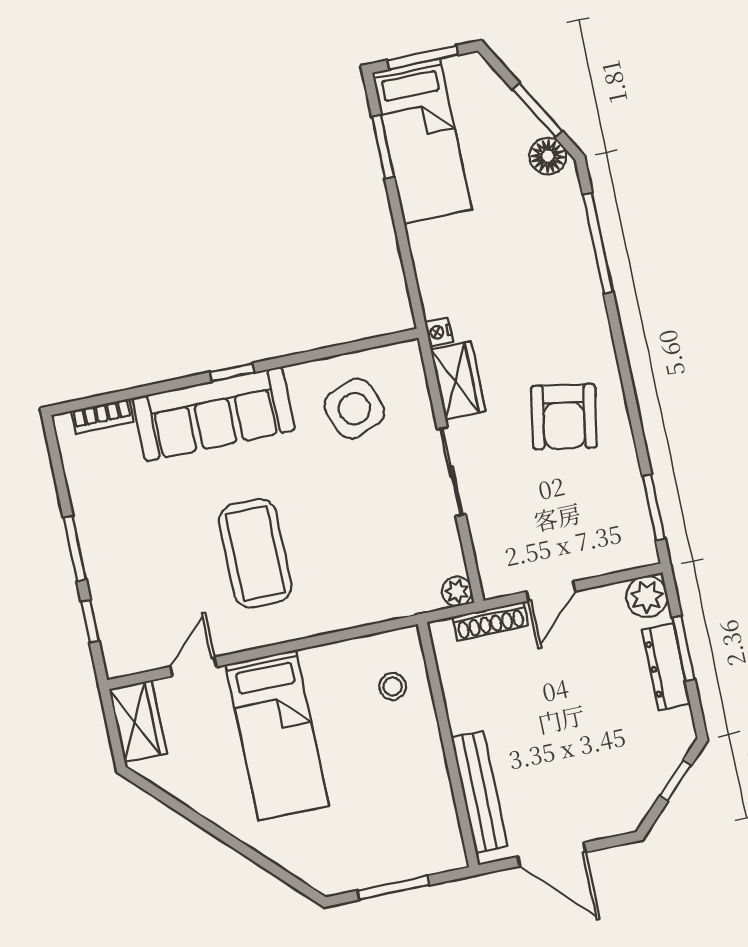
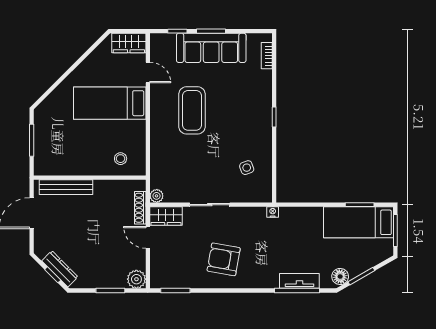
tv unit: (576, 242) -> (299, 281), added
wardrobe: (458, 380) -> (166, 216), moved
side table: (354, 409) -> (247, 168), width x0.54, depth x0.54
sofa: (214, 414) -> (211, 48), moved, turned -90
coffee table: (255, 553) -> (192, 110), turned 90
dresser: (666, 667) -> (60, 269), moved, turned 45

